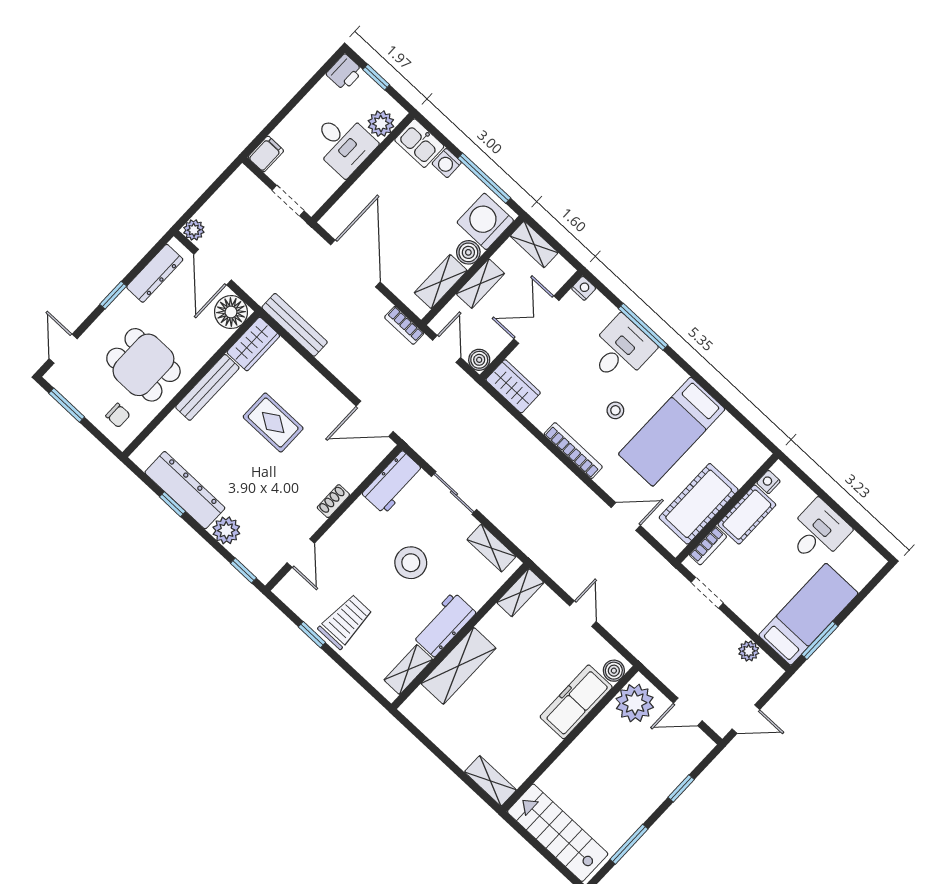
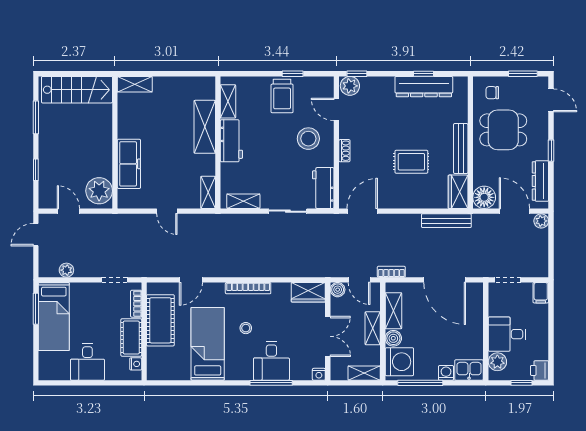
plant: (226, 530) -> (350, 86), moved
stool: (411, 563) -> (308, 139), moved
boiler: (614, 671) -> (125, 197), removed
door: (688, 712) -> (68, 211), hinge flipped

